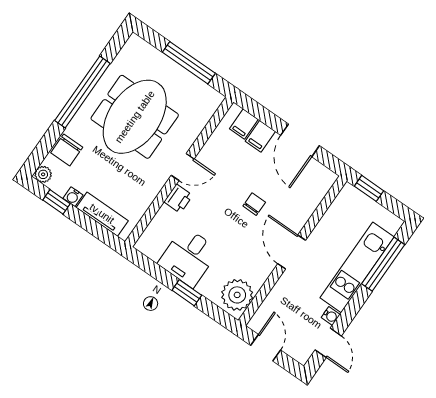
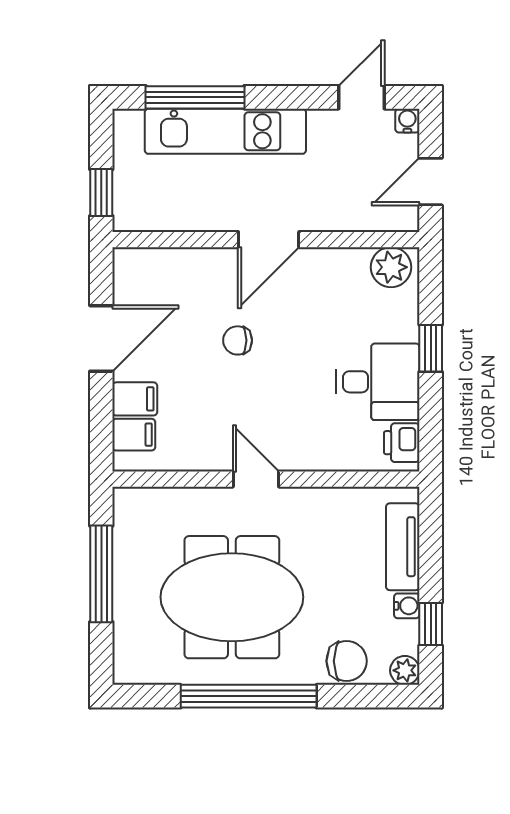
printer: (178, 199) -> (402, 443), moved, turned -90
plant: (237, 295) -> (391, 267), width x0.73, depth x0.73
water cooler: (331, 316) -> (407, 121), moved

